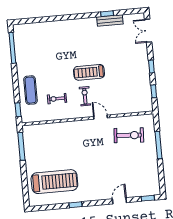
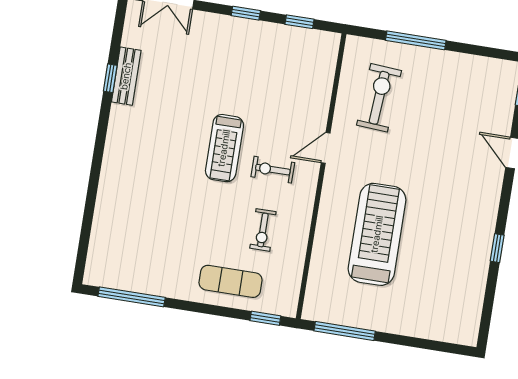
treadmill: (54, 182) -> (377, 234), moved

